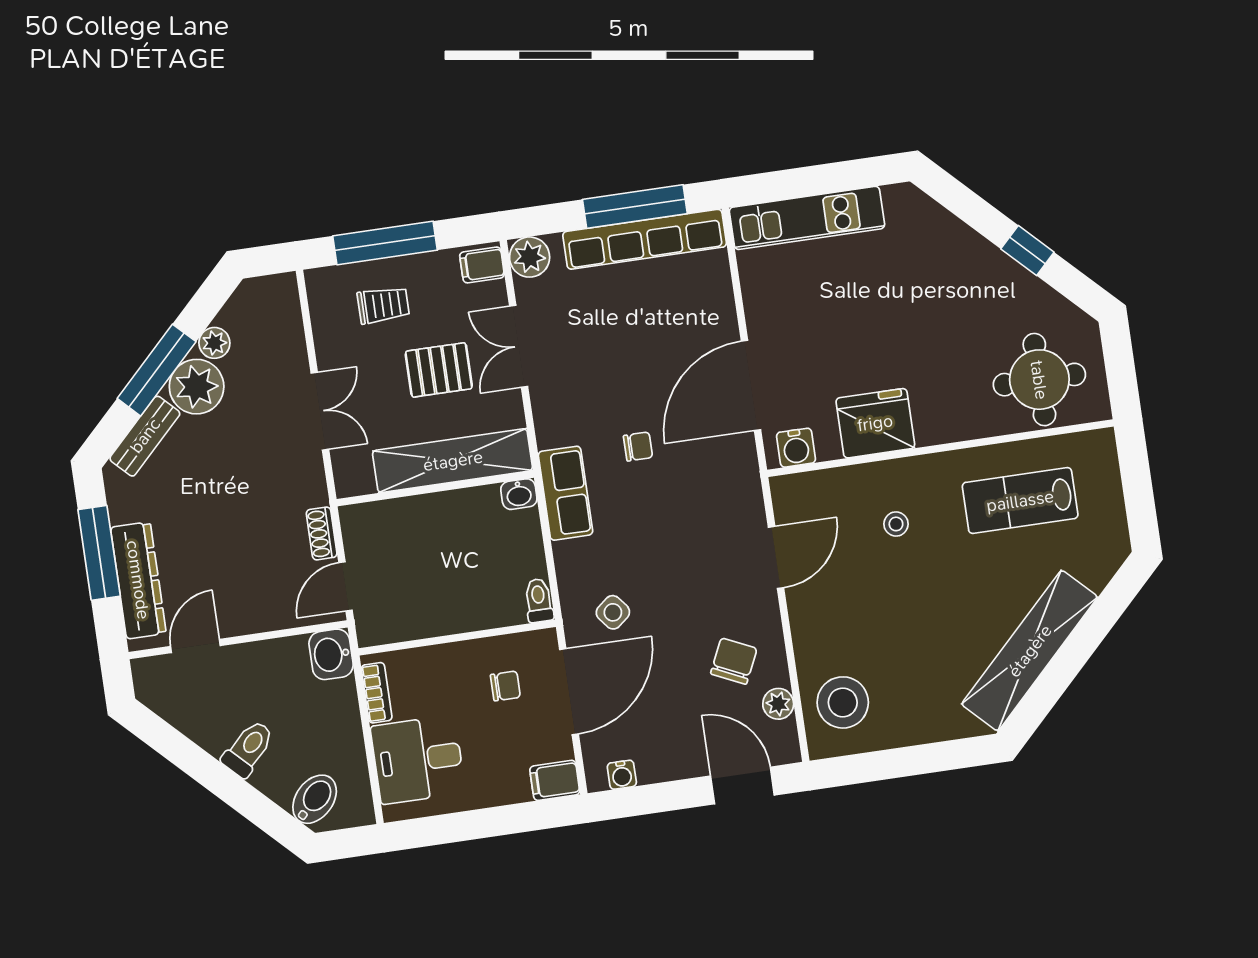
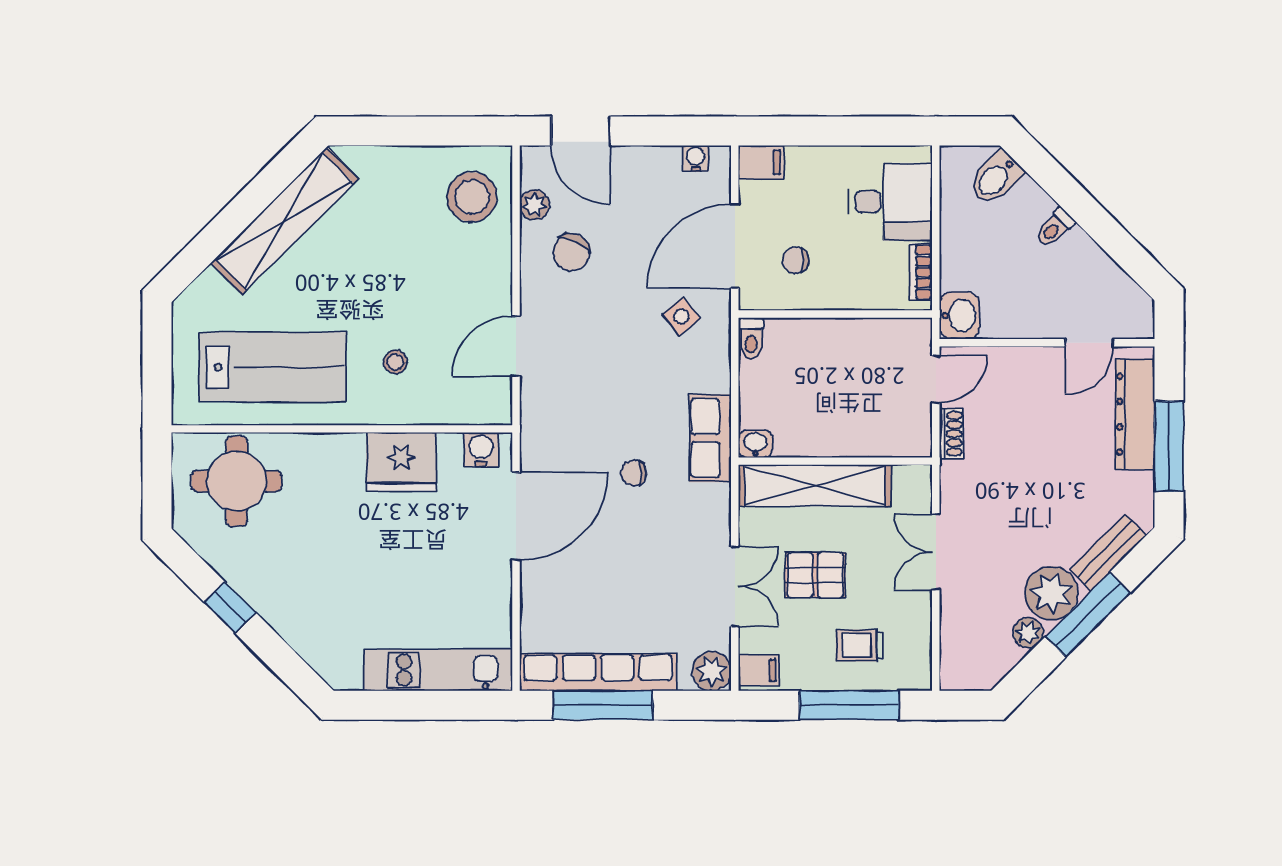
lab bench: (1020, 501) -> (272, 367), width x1.36, depth x1.39
toilet: (248, 749) -> (1055, 228), width x0.73, depth x0.72

